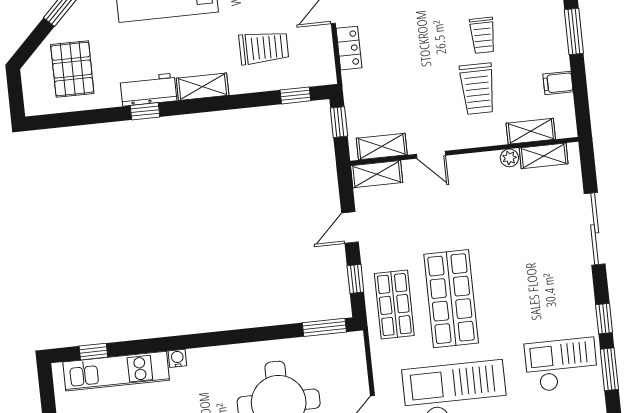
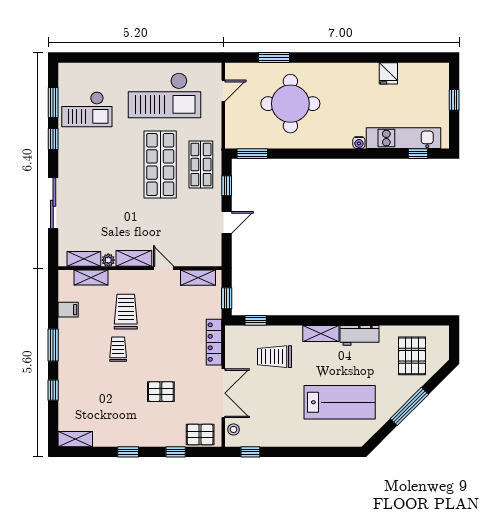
locker: (349, 48) -> (214, 342), width x1.53
window: (145, 111) -> (363, 320), removed
shelving: (377, 174) -> (134, 258), moved

